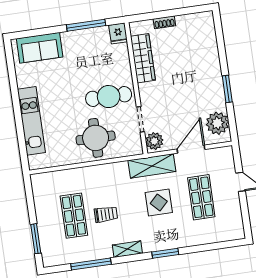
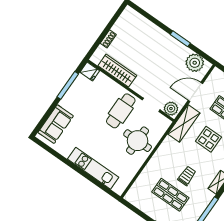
door: (191, 149) -> (195, 92), hinge flipped

